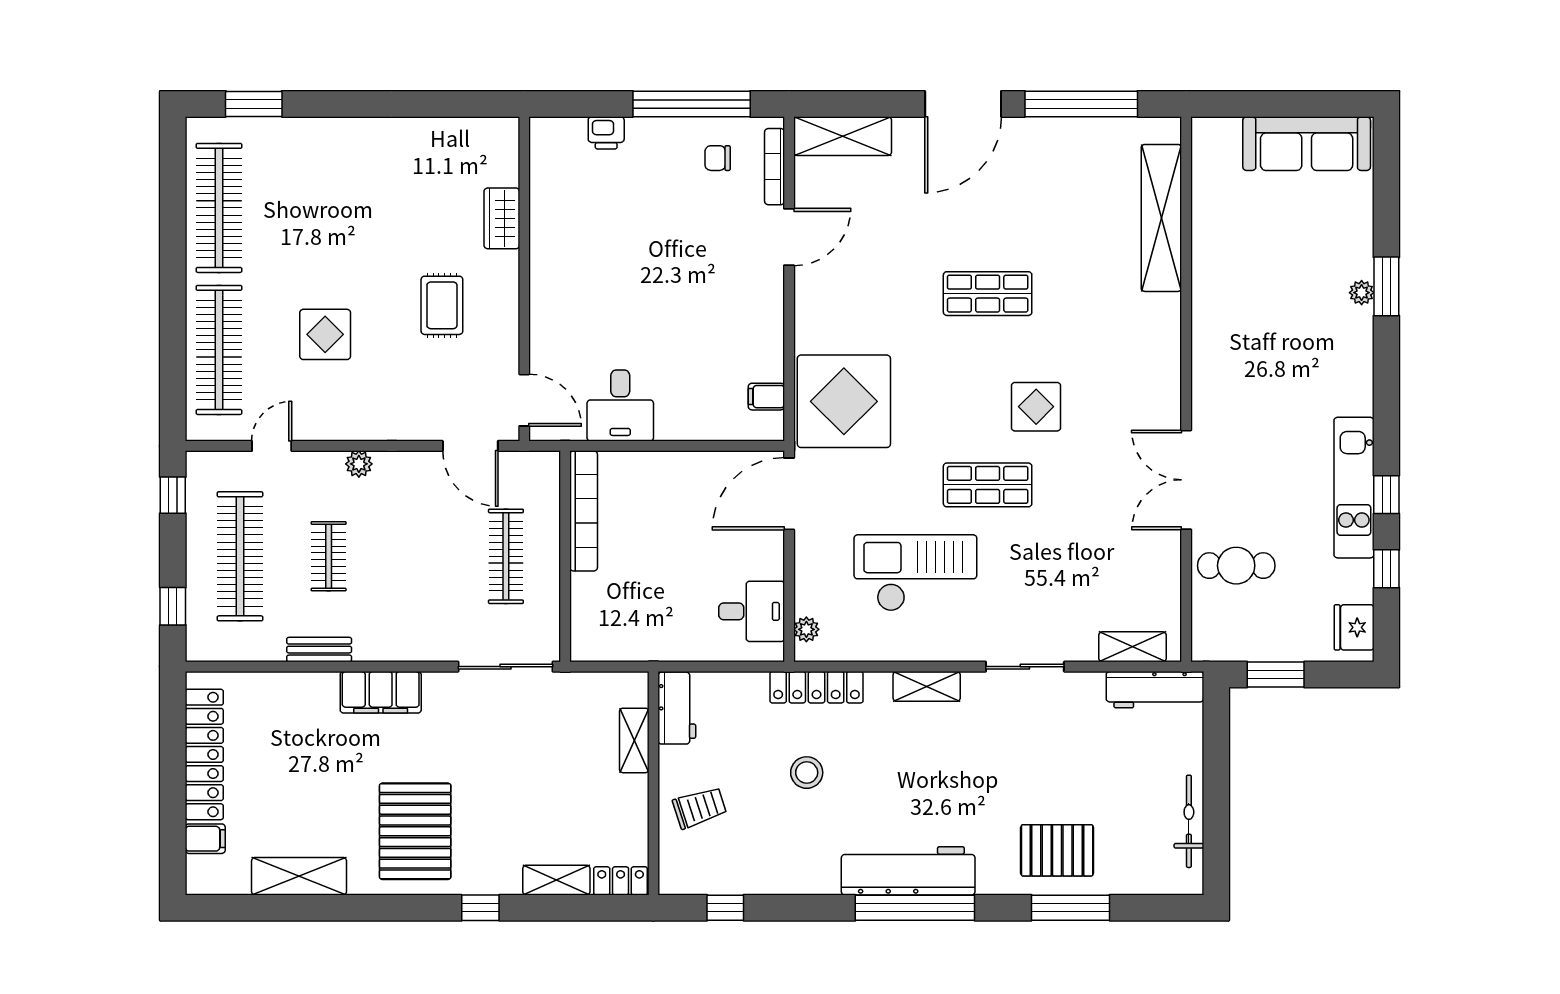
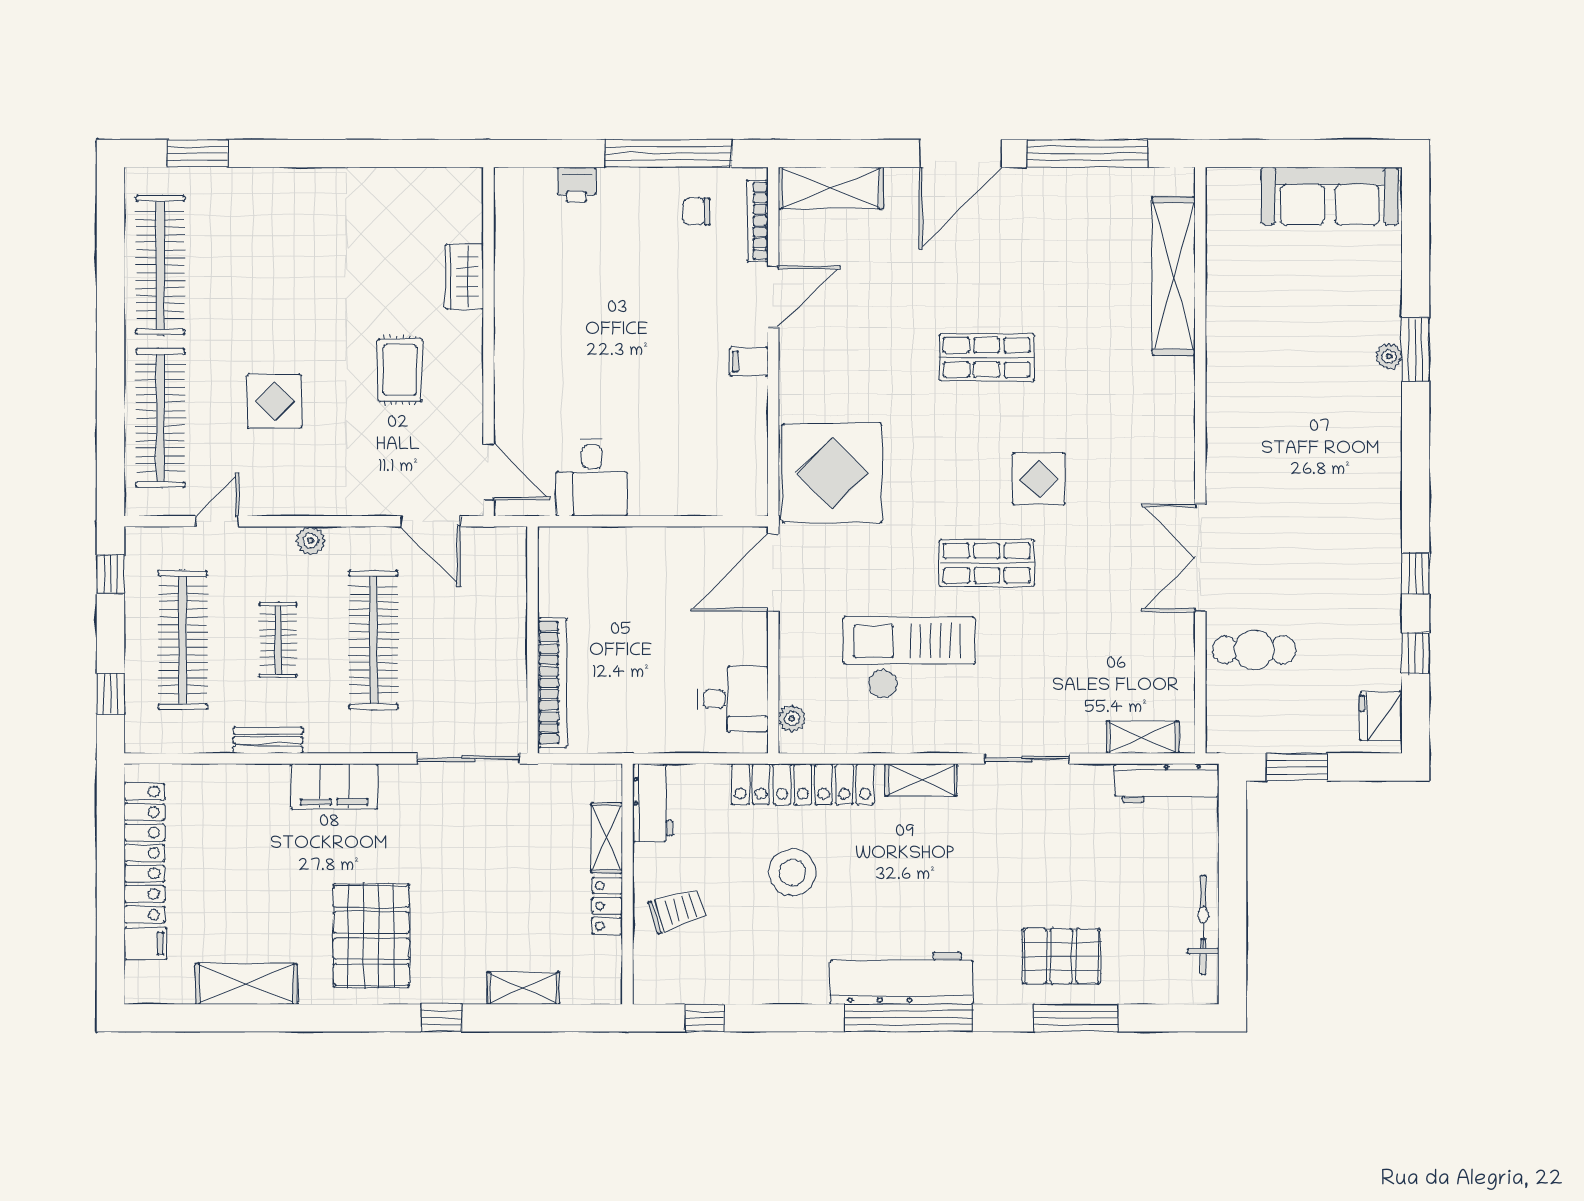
filing cabinet: (766, 397) -> (749, 362), moved
kitchen unit: (1354, 488) -> (1381, 566), removed
bookcase: (584, 511) -> (552, 683), moved
clothes rail: (506, 556) -> (373, 640), moved, width x1.37, depth x1.31
locker: (816, 687) -> (803, 784), width x1.41, depth x1.21
stool: (807, 773) -> (792, 872), width x1.38, depth x1.38
locker: (621, 881) -> (607, 906), moved, turned -90

